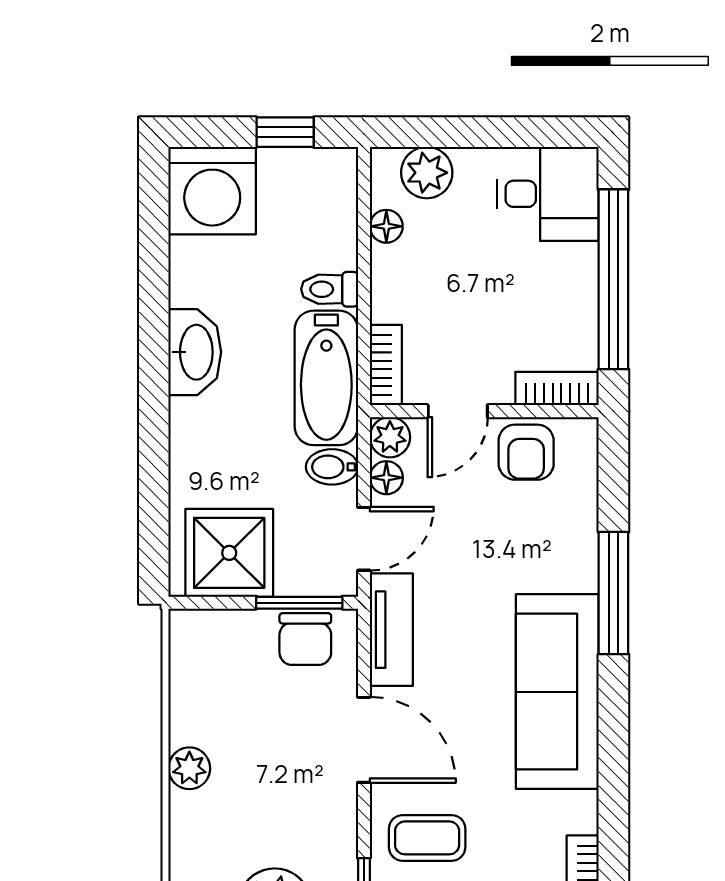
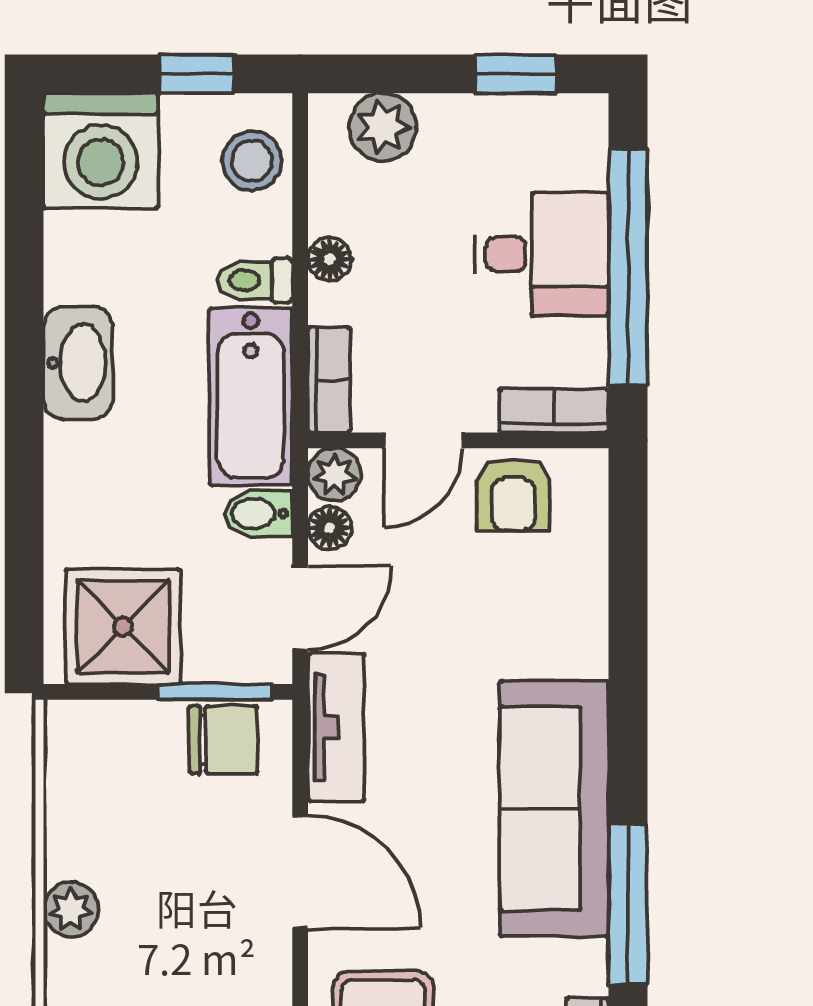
window: (528, 132) -> (516, 74), added
desk: (548, 194) -> (542, 254), moved
stool: (327, 198) -> (252, 161), added
floor lamp: (386, 226) -> (330, 259), moved
window: (613, 593) -> (628, 904), moved
chair: (305, 639) -> (223, 740), turned -90

